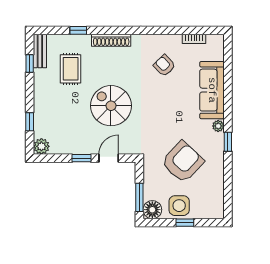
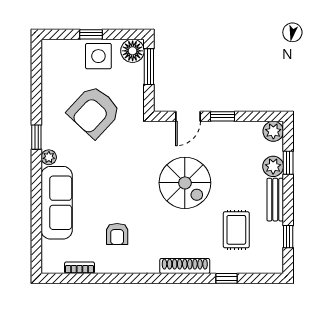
bench: (40, 51) -> (275, 200), moved
armchair: (164, 66) -> (117, 234), turned 44
plant: (42, 119) -> (273, 166), added

